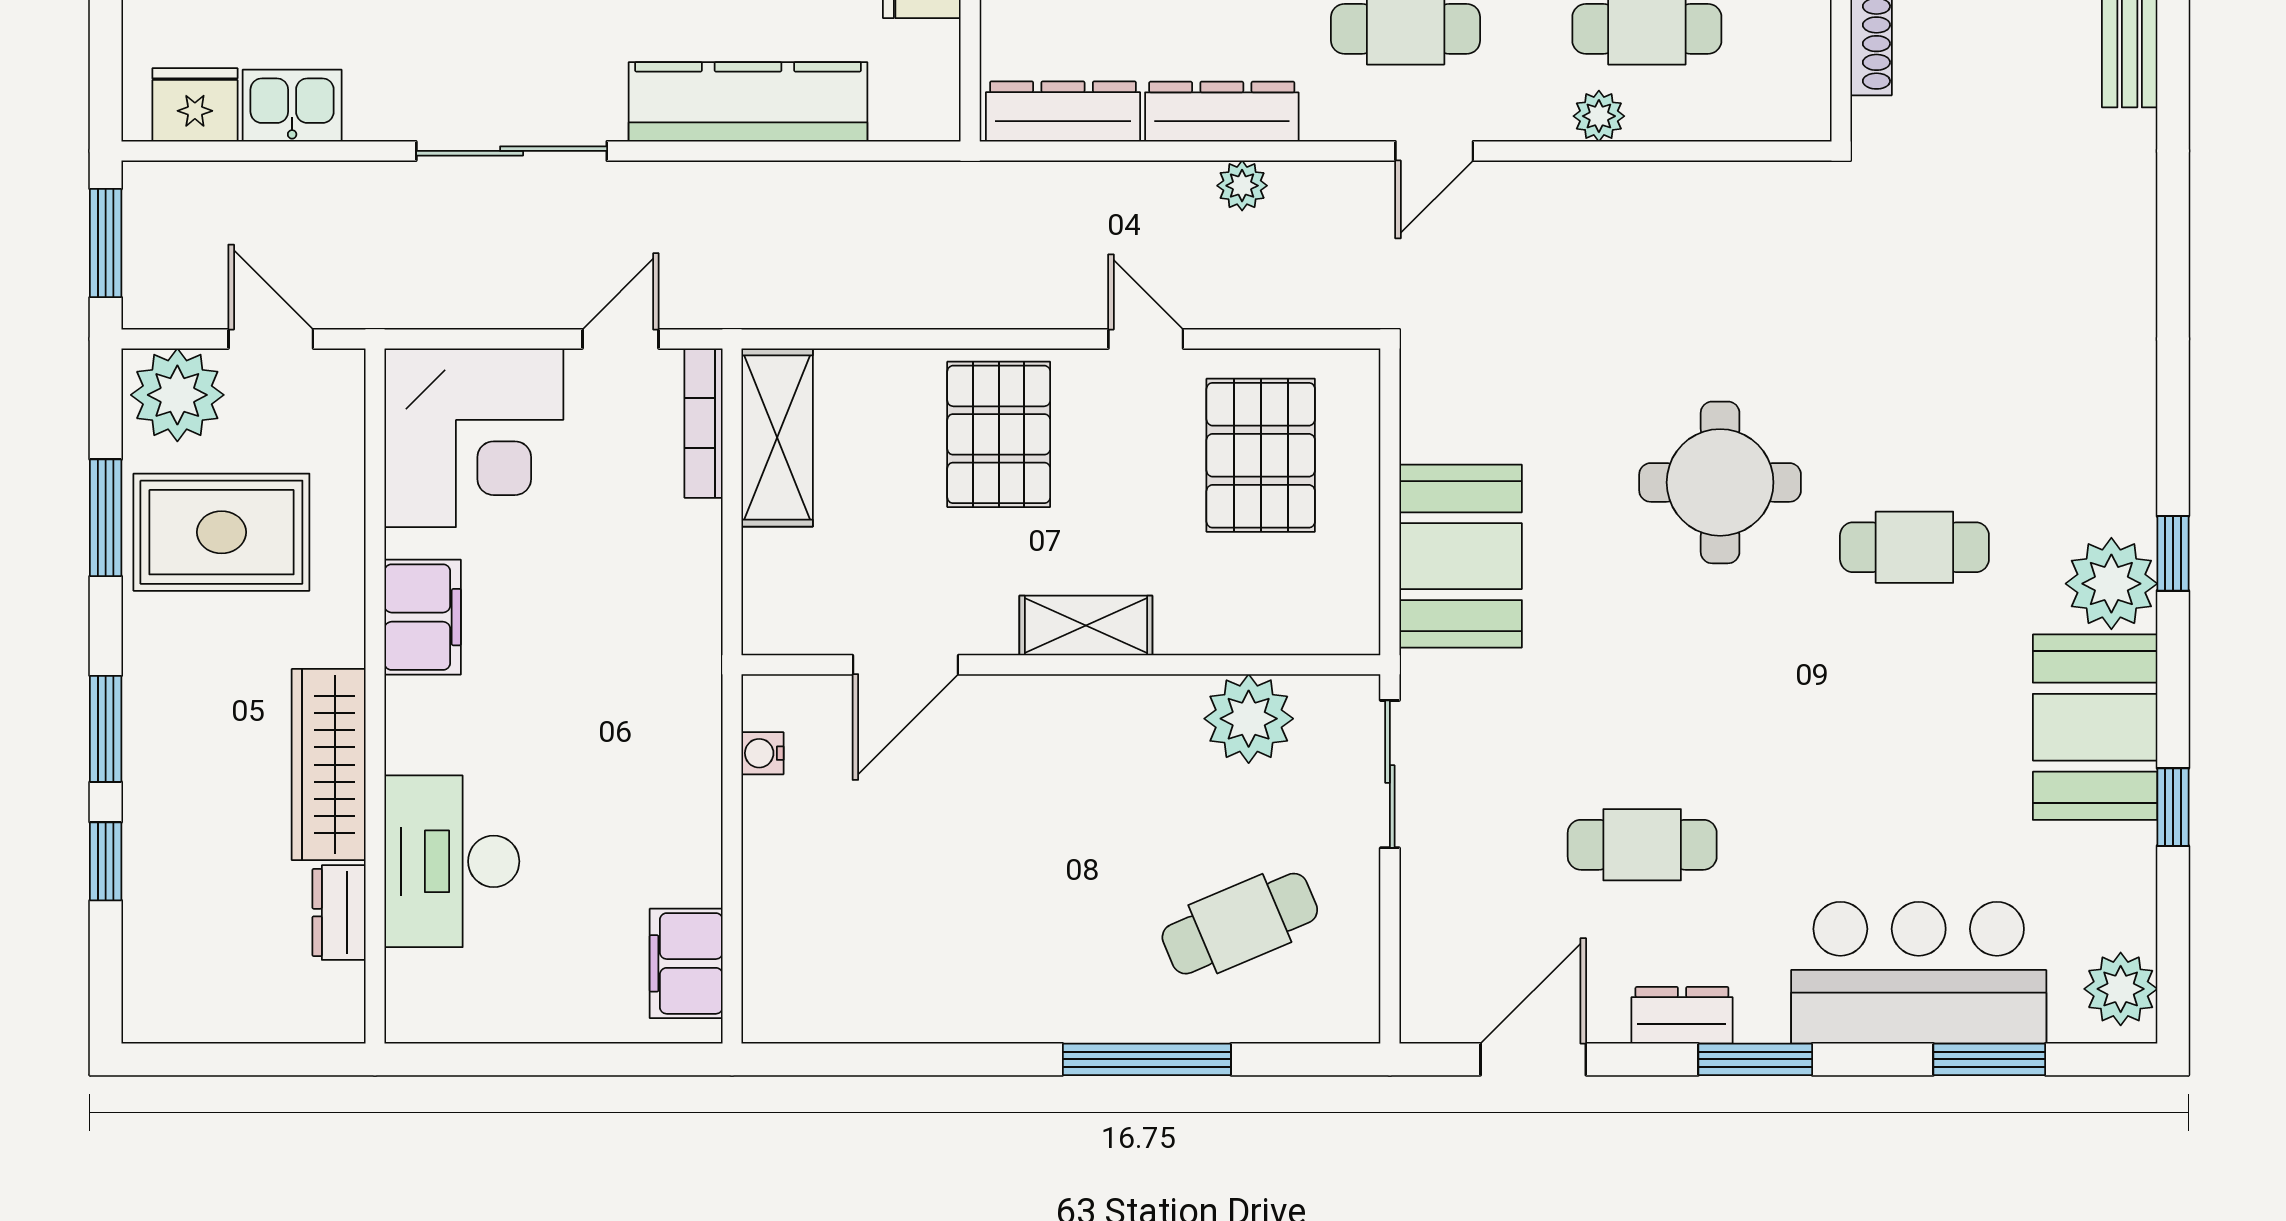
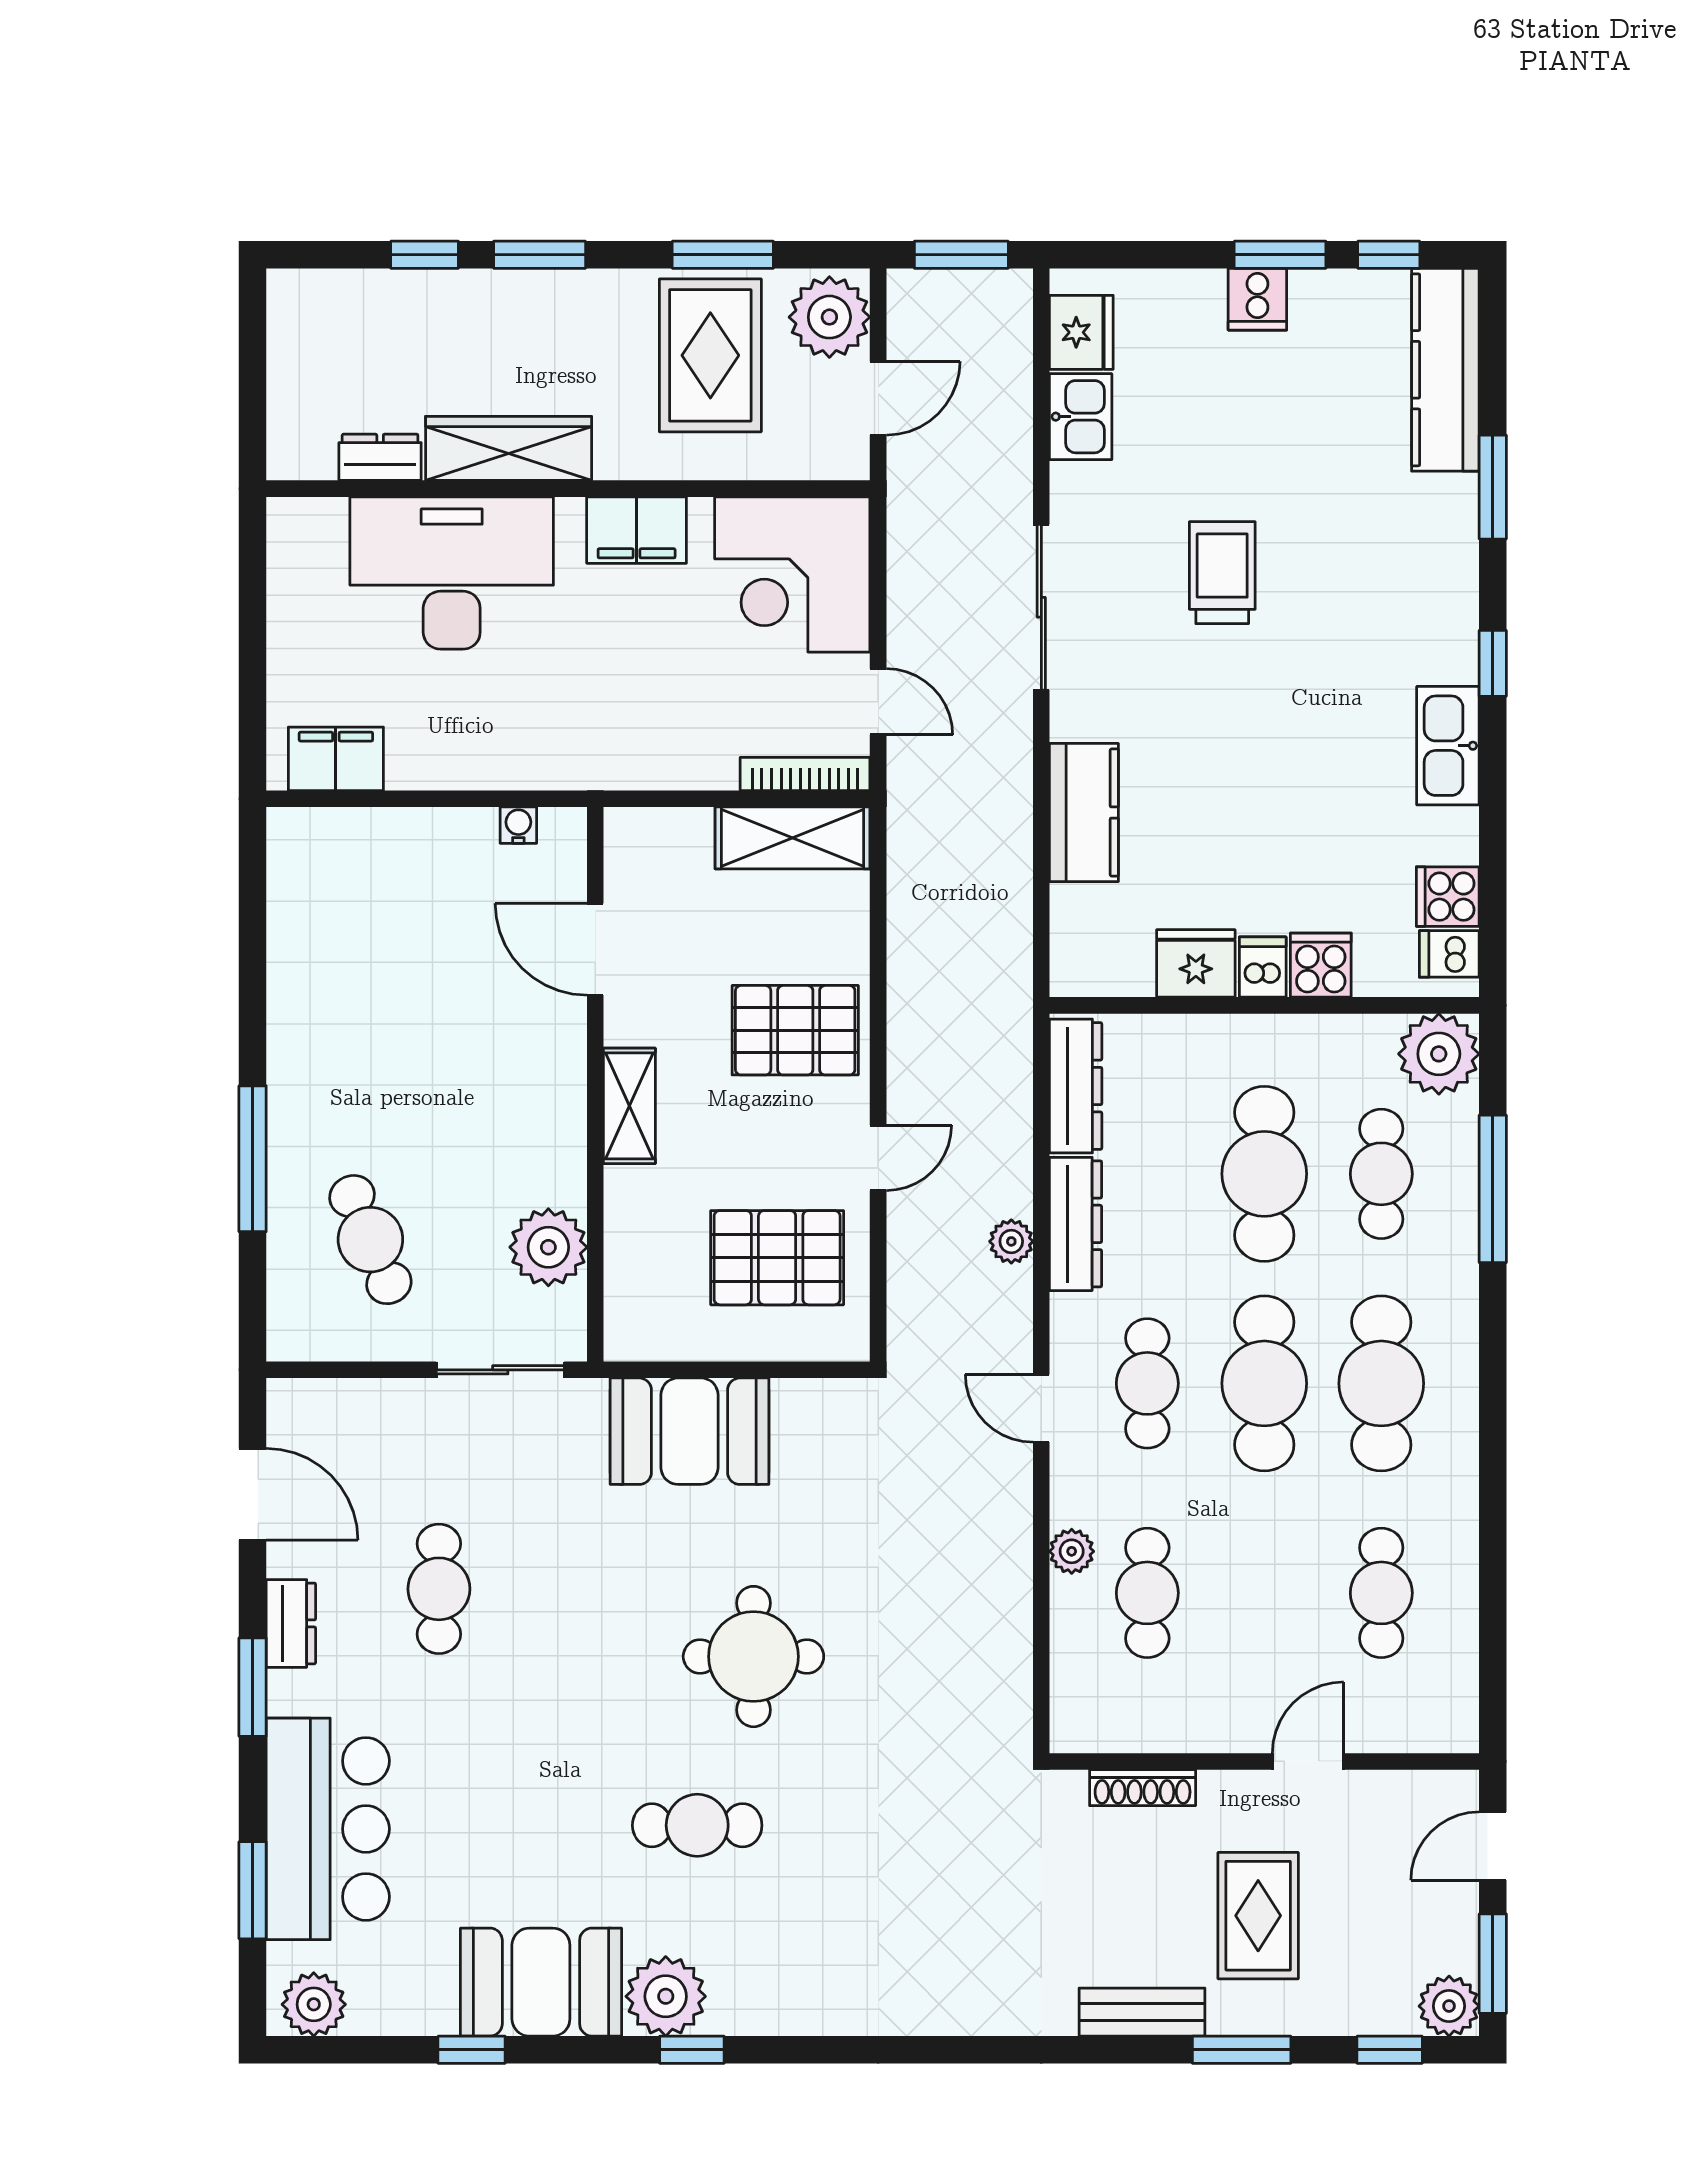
kitchen counter: (748, 102) -> (1084, 813), width x0.67
cafe table: (1914, 547) -> (697, 1825), turned 90
desk: (452, 861) -> (452, 573), width x1.36, depth x1.30

